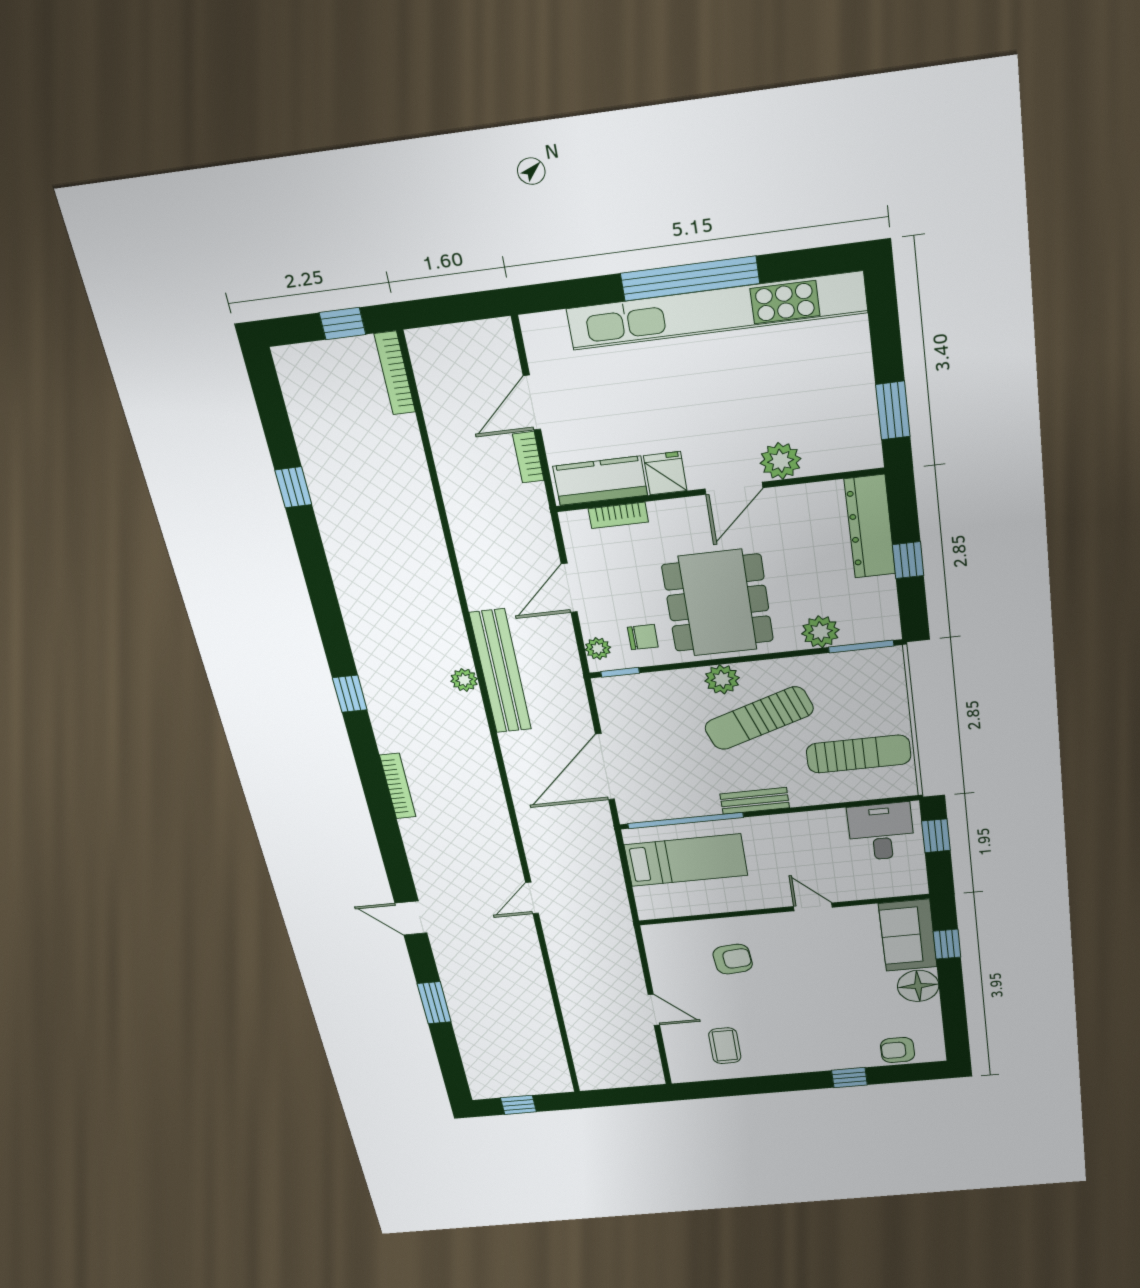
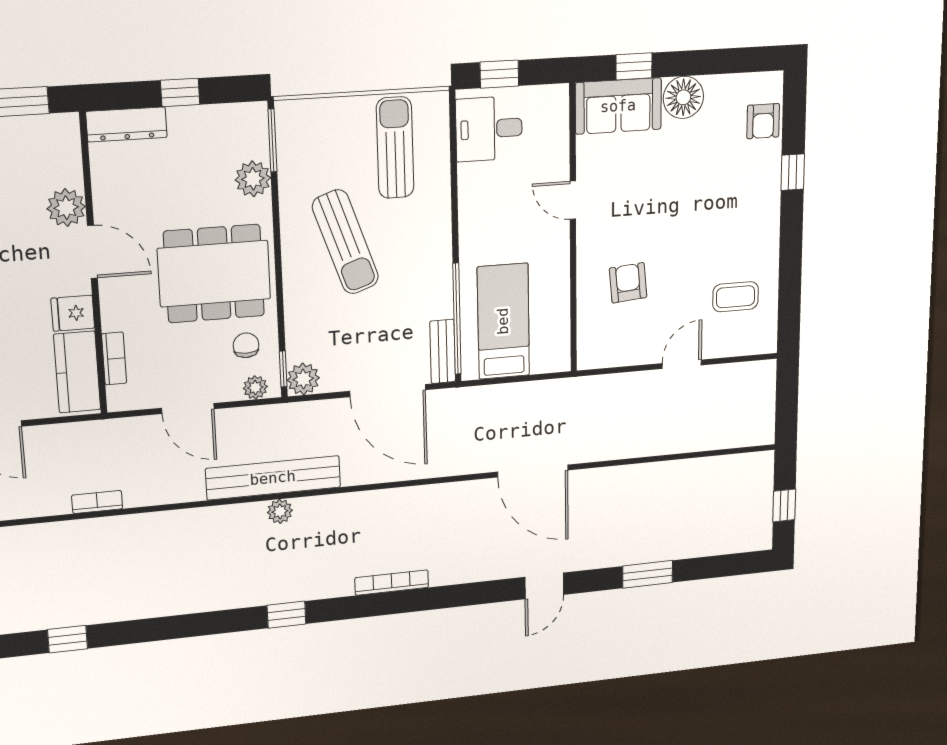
bookcase: (528, 457) -> (97, 502), moved, turned 180
dresser: (870, 527) -> (127, 124), width x0.73, depth x0.80
plant: (722, 679) -> (303, 379), moved
bench: (755, 801) -> (443, 351), moved
door: (532, 898) -> (533, 471), width x1.88
door: (813, 907) -> (573, 200), hinge flipped

